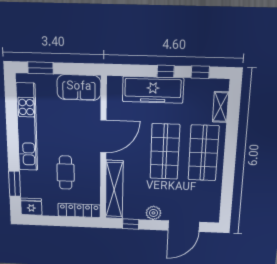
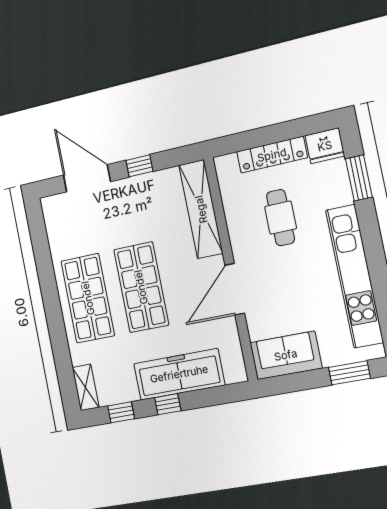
shelving: (221, 107) -> (86, 387), moved
locker: (79, 210) -> (272, 155), moved
plant: (153, 213) -> (135, 187), removed
window: (131, 224) -> (140, 166), moved
door: (184, 226) -> (87, 178), hinge flipped

